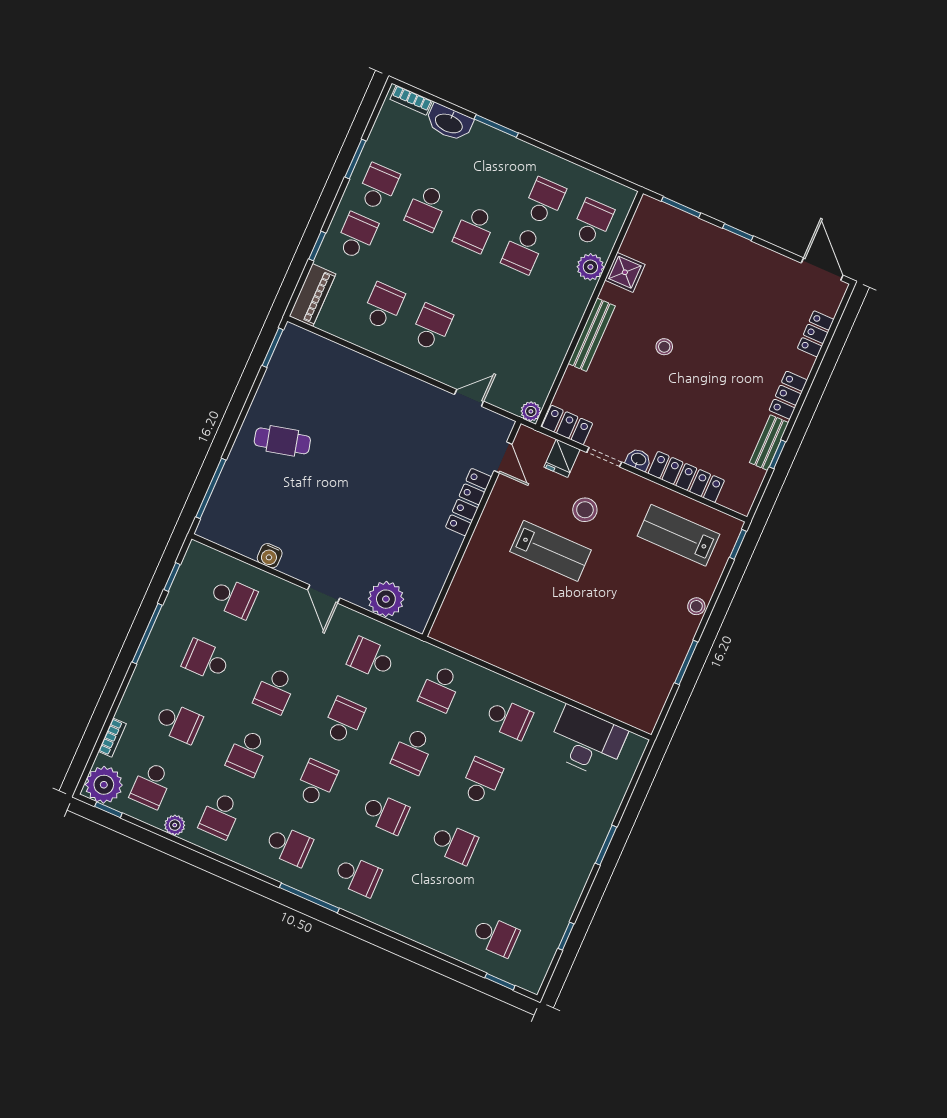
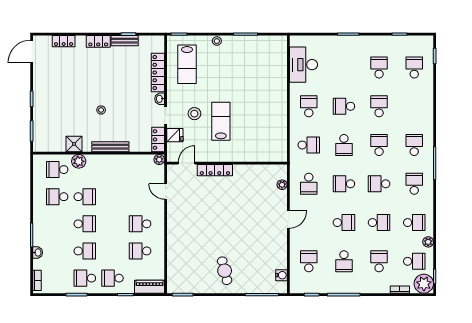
washbasin: (449, 123) -> (38, 252), width x0.52, depth x0.69
water cooler: (270, 556) -> (281, 275), moved
plant: (386, 599) -> (282, 185), width x0.53, depth x0.53
school desk: (413, 751) -> (344, 145), turned 90
school desk: (523, 874) -> (379, 68), added

